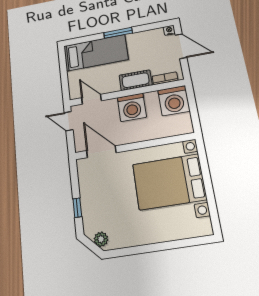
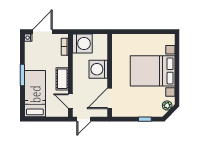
cot: (136, 80) -> (62, 79), moved
door: (91, 99) -> (70, 101), hinge flipped
washing machine: (132, 107) -> (98, 69), moved, turned 180
bed with nightstands: (169, 182) -> (153, 71), moved, turned 90

